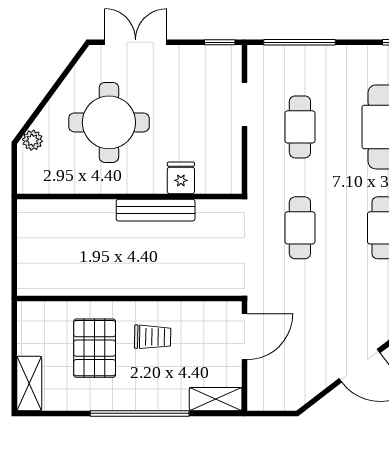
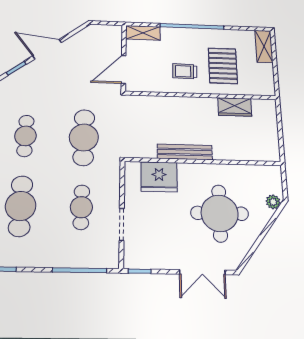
fridge: (181, 178) -> (159, 177), width x1.88, depth x1.34
cafe table: (300, 228) -> (84, 137), width x1.37, depth x1.35
wardrobe: (80, 282) -> (235, 107), added

